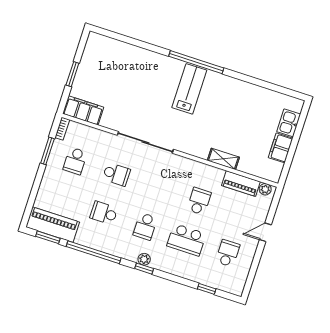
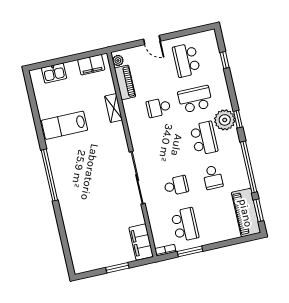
lab bench: (189, 89) -> (65, 125), moved
filing cabinet: (281, 148) -> (91, 65), moved
school desk: (75, 161) -> (185, 225), width x1.85
school desk: (116, 174) -> (176, 186), turned 90
school desk: (145, 226) -> (204, 138), width x1.85
school desk: (186, 240) -> (195, 99), turned -90
school desk: (228, 253) -> (186, 60), width x1.85
plant: (144, 259) -> (225, 120), width x1.87, depth x1.87

